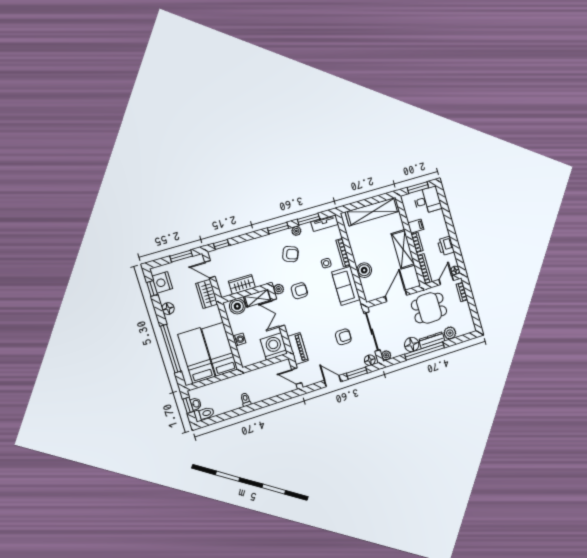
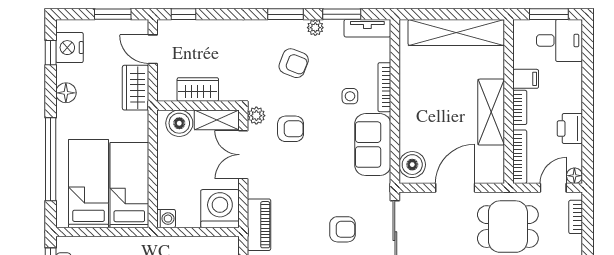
boiler: (364, 270) -> (412, 165), moved
washing machine: (239, 339) -> (166, 219), moved

